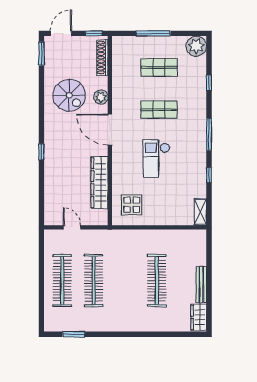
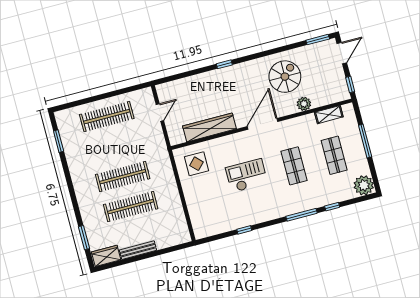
door: (61, 33) -> (342, 53), hinge flipped
shoe rack: (102, 58) -> (329, 99), removed
spiral stairs: (69, 95) -> (285, 77), turned 180
plant: (101, 97) -> (304, 104), moved
window: (209, 135) -> (302, 215), moved
shelving: (200, 212) -> (329, 115), moved
clothes rail: (94, 280) -> (123, 177), moved
window: (175, 334) -> (84, 238), added

